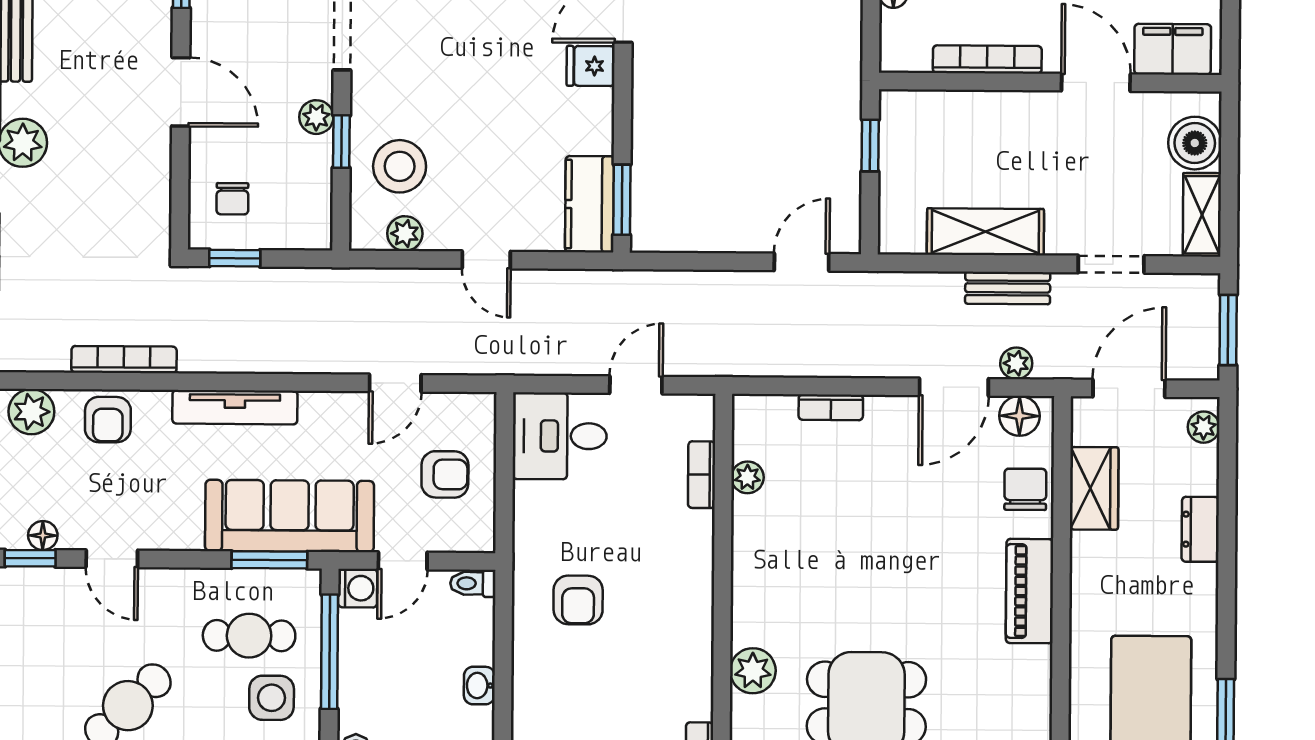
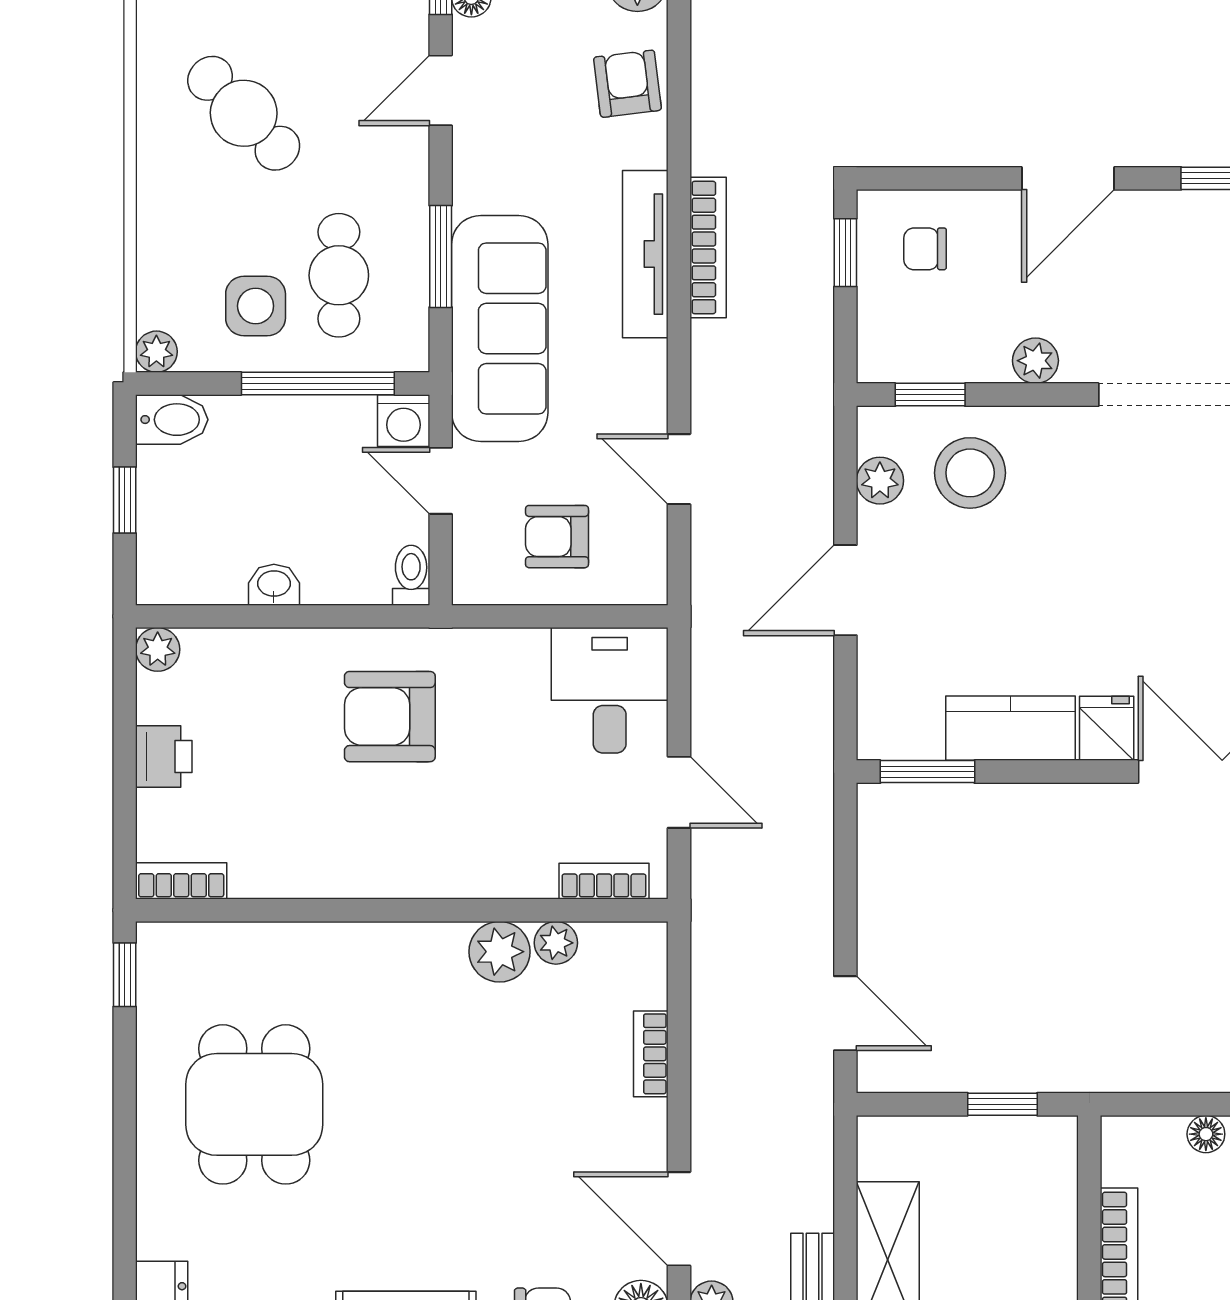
window: (341, 142) -> (930, 395), moved
kitchen counter: (590, 204) -> (1011, 728), moved
door: (486, 260) -> (845, 590), width x1.38
bookcase: (124, 360) -> (708, 248), moved
armchair: (108, 420) -> (627, 84), turned 83
armchair: (445, 474) -> (557, 537), turned 90
bookcase: (702, 475) -> (604, 881), moved
window: (269, 560) -> (441, 256), moved
armchair: (578, 600) -> (390, 717), width x1.38, depth x1.38
plant: (753, 671) -> (500, 952), moved

